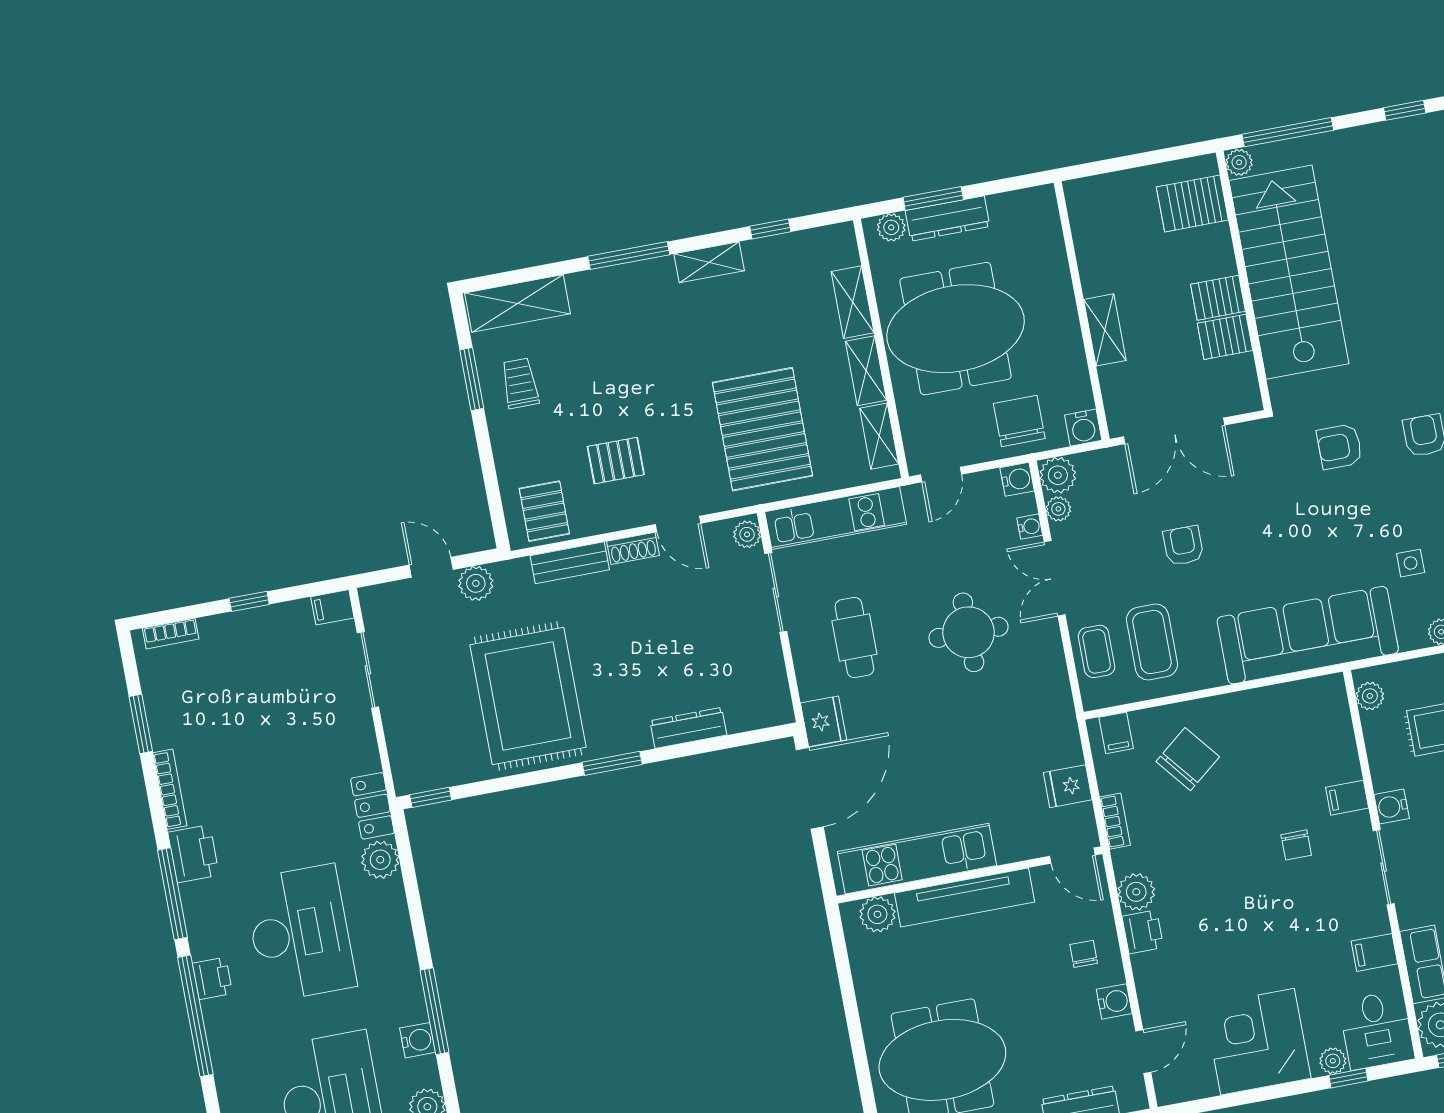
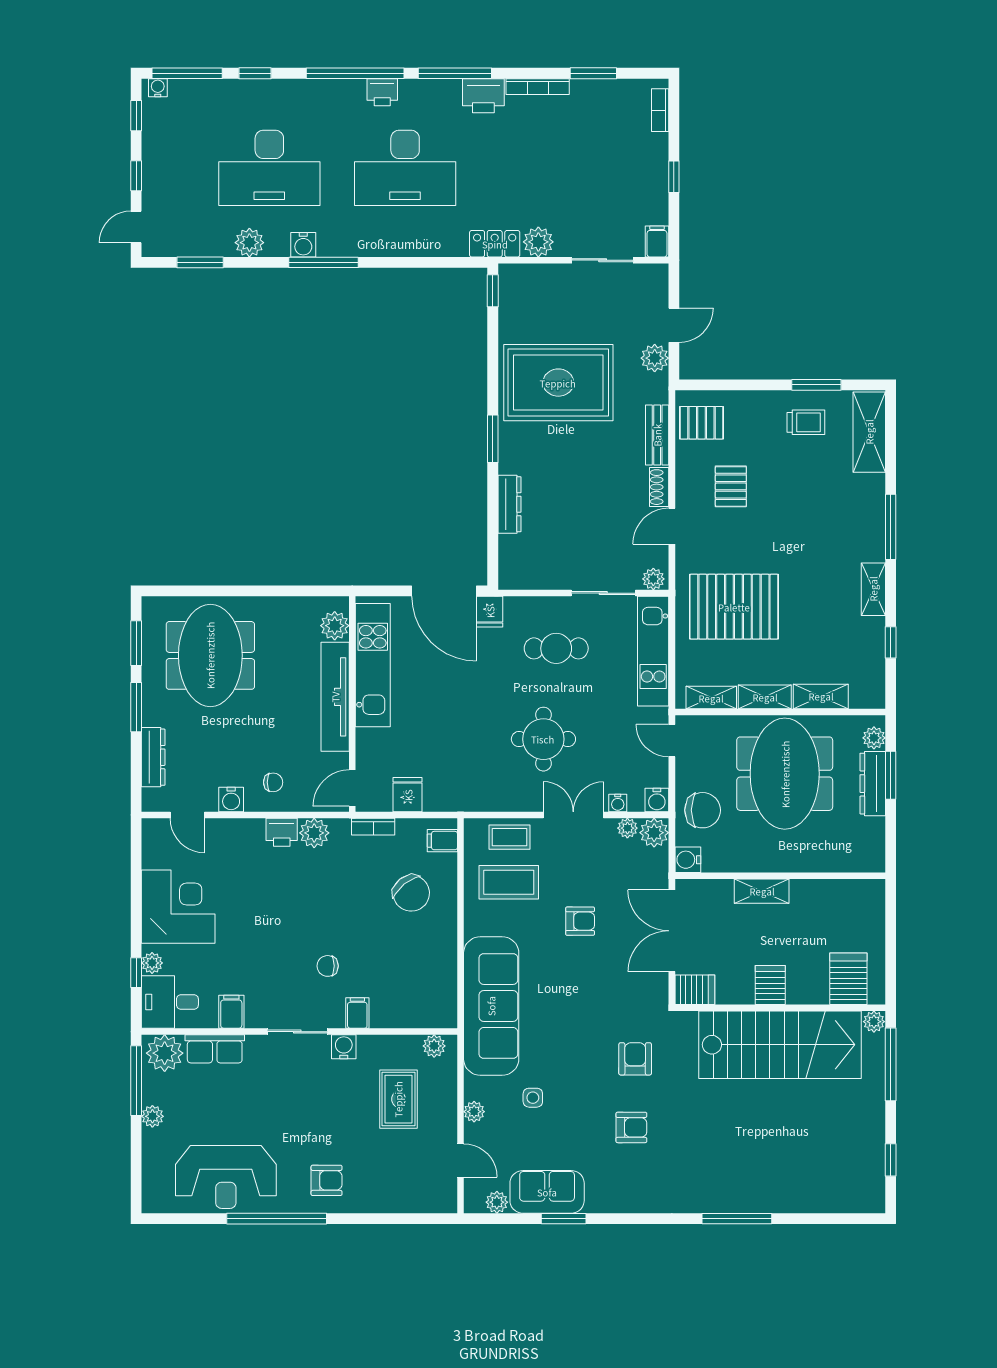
server rack: (1225, 337) -> (695, 990), moved, turned 90
fridge: (824, 721) -> (490, 612), width x0.72
plant: (380, 860) -> (538, 242), moved

